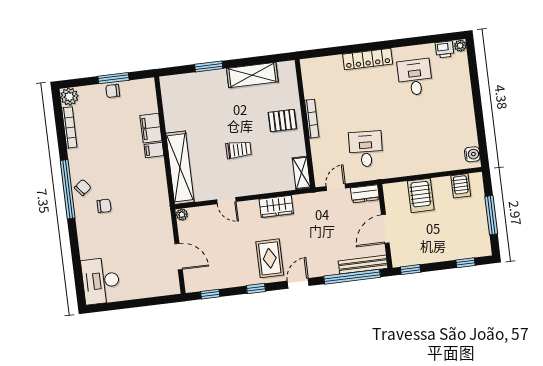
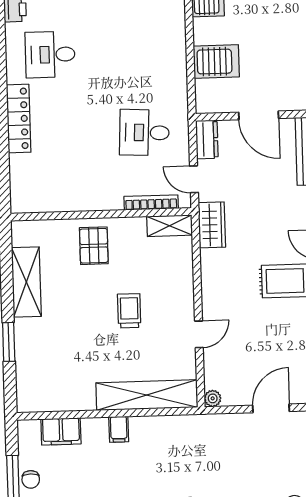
bookcase: (312, 119) -> (151, 203), moved
filing cabinet: (151, 128) -> (61, 431), moved
wardrobe: (276, 206) -> (212, 225), moved

